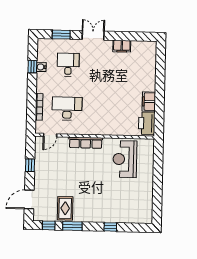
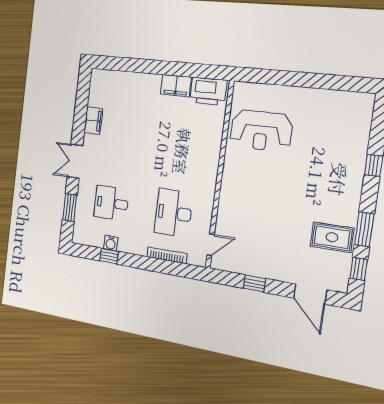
door: (50, 135) -> (211, 245), hinge flipped
row of seats: (86, 143) -> (228, 191), removed

